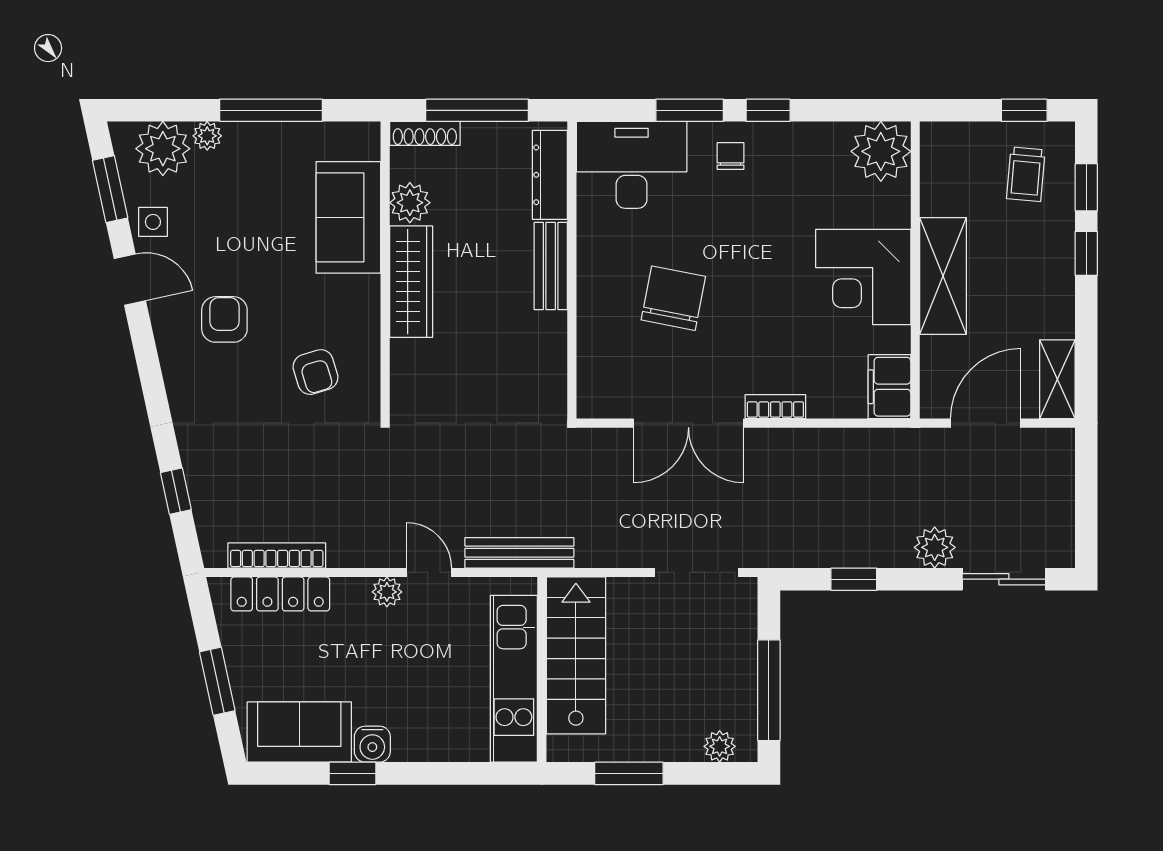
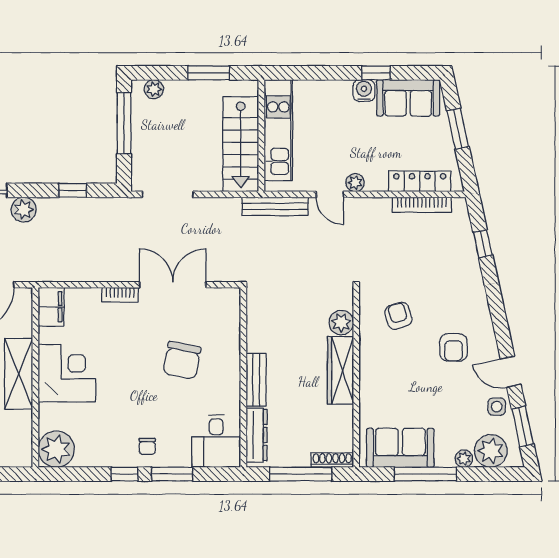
desk: (632, 165) -> (216, 441), width x0.73
plant: (410, 203) -> (341, 323), moved
sofa: (348, 217) -> (400, 448), moved, turned -90

